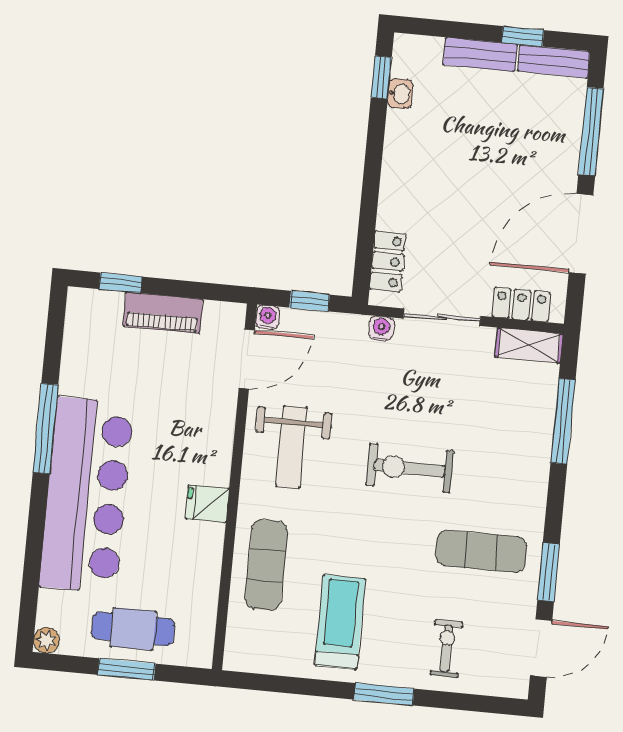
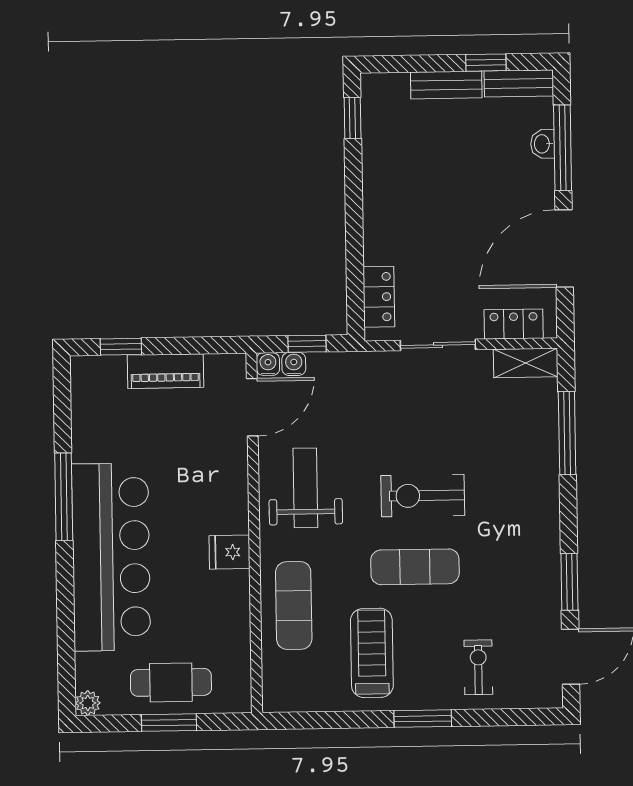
washbasin: (400, 94) -> (543, 144), moved, turned 180
water cooler: (381, 328) -> (294, 364), moved
weight bench: (291, 447) -> (305, 488), turned 180
exercise mat: (481, 551) -> (415, 567), moved

